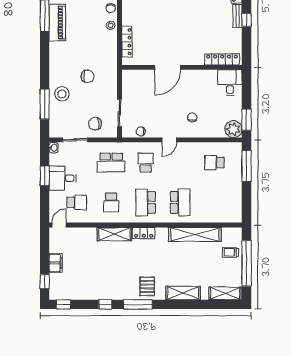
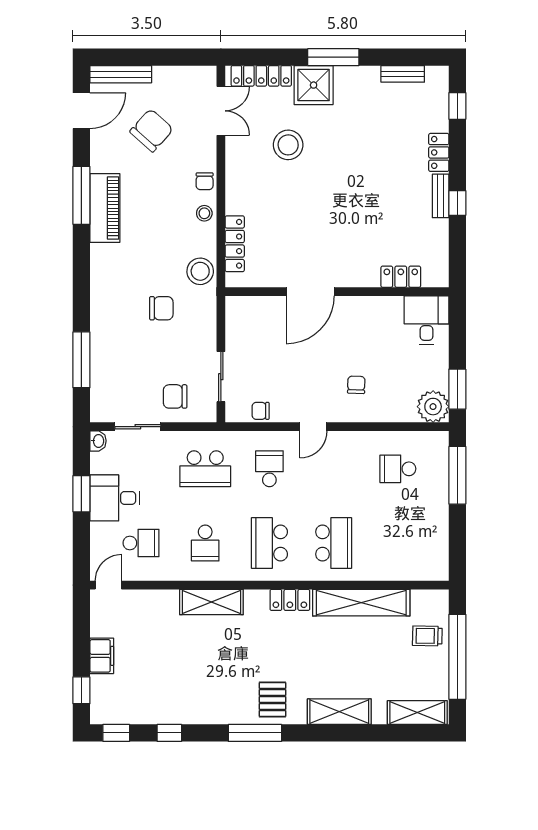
locker: (222, 59) -> (401, 277), width x0.66
stool: (62, 94) -> (200, 271), moved
locker: (144, 233) -> (290, 600), moved
window: (105, 304) -> (169, 733), moved

